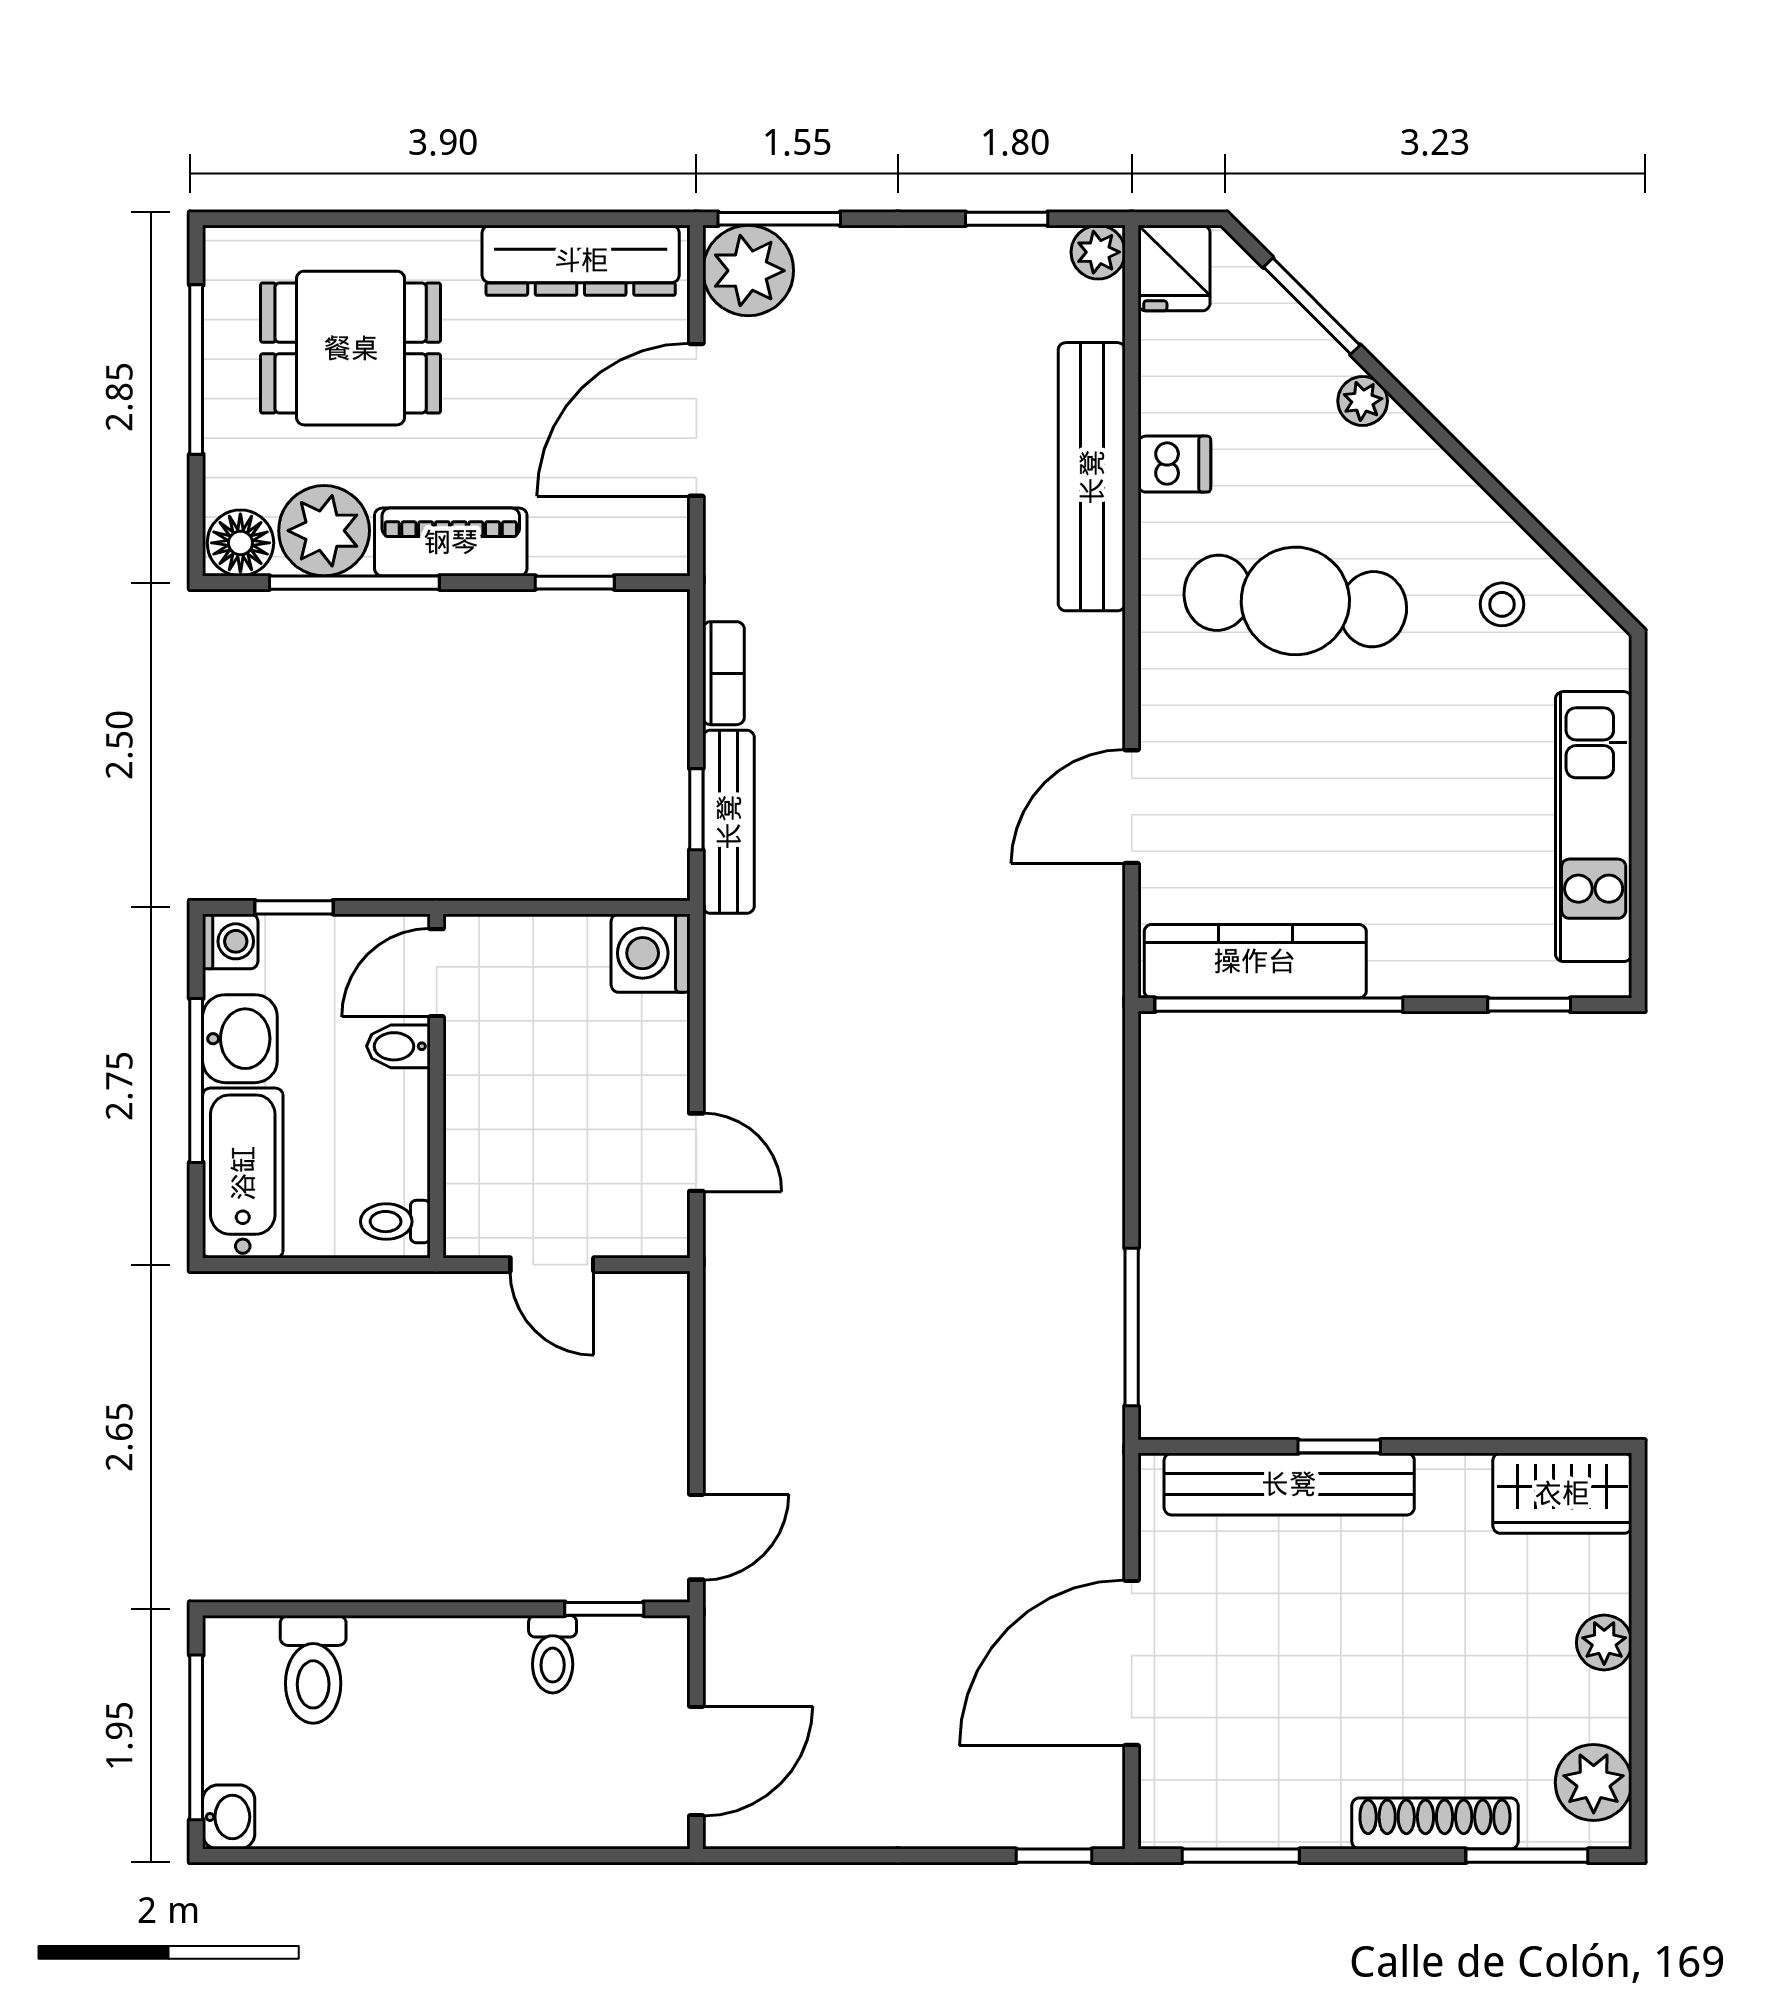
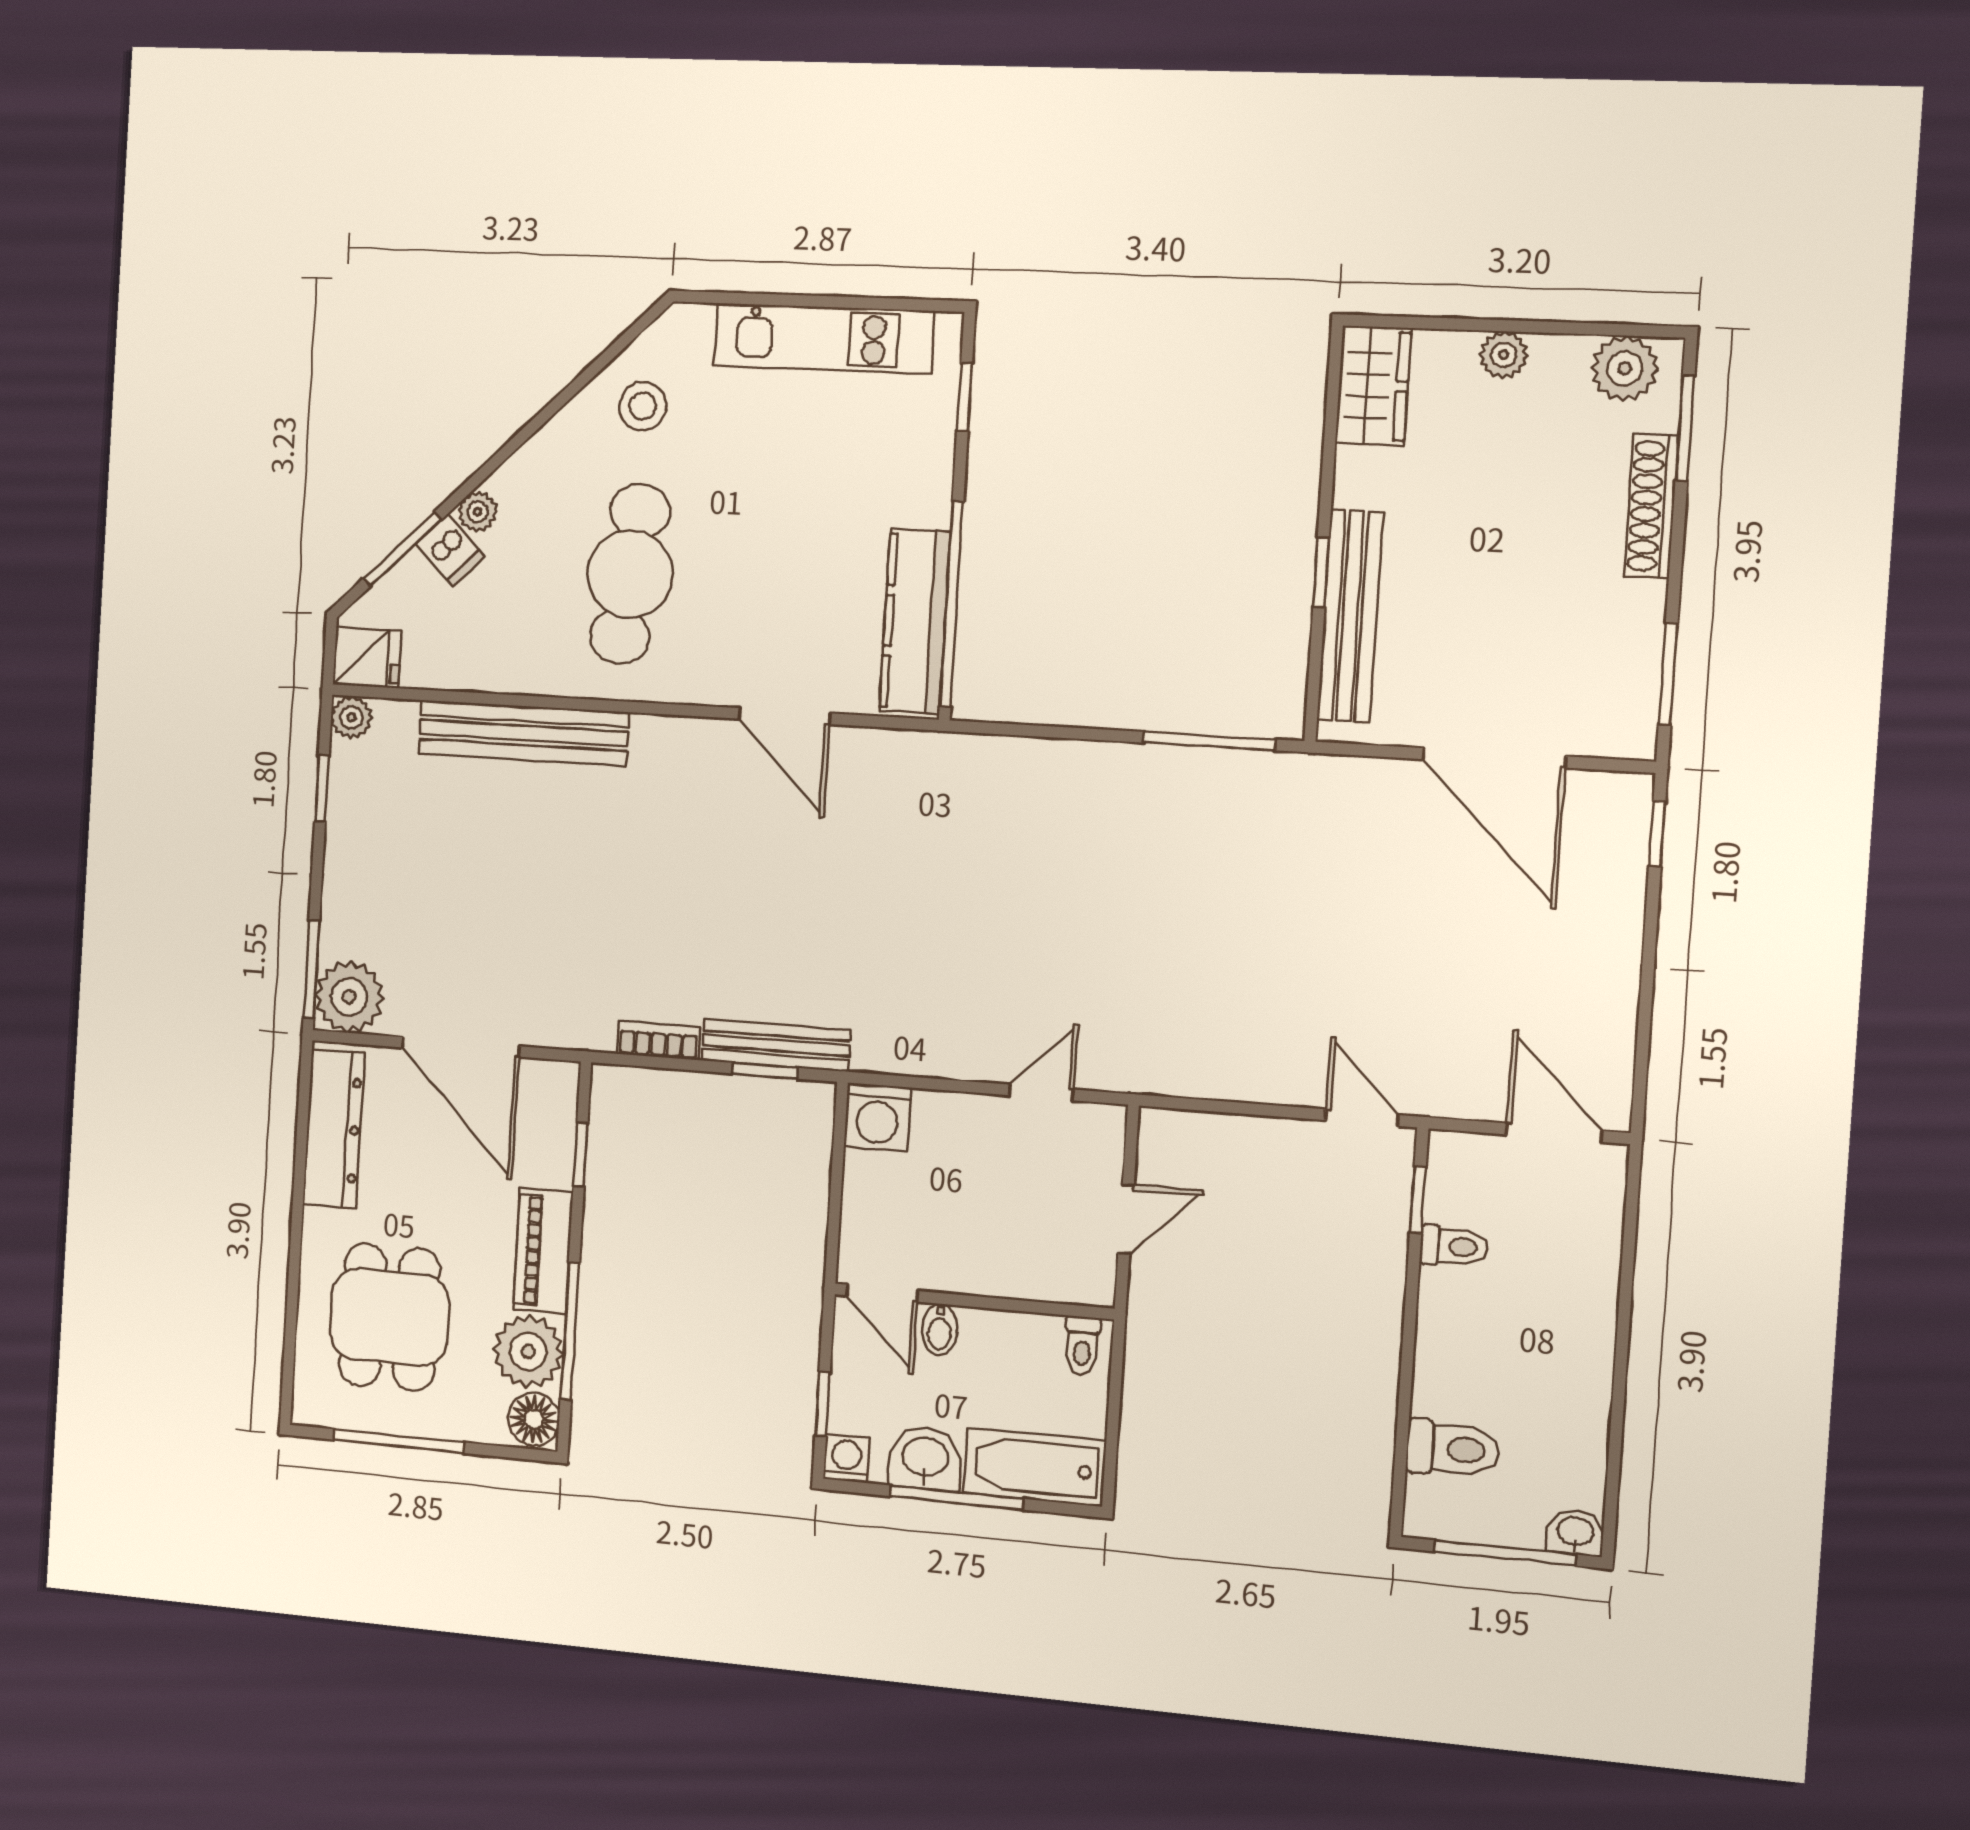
dishwasher: (1174, 464) -> (450, 550), moved, turned 135
stool: (1502, 604) -> (643, 406), width x1.37, depth x1.37

